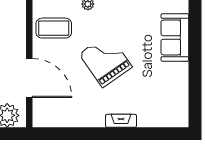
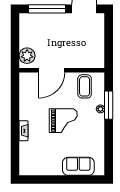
grand piano: (106, 60) -> (63, 121), turned 35

